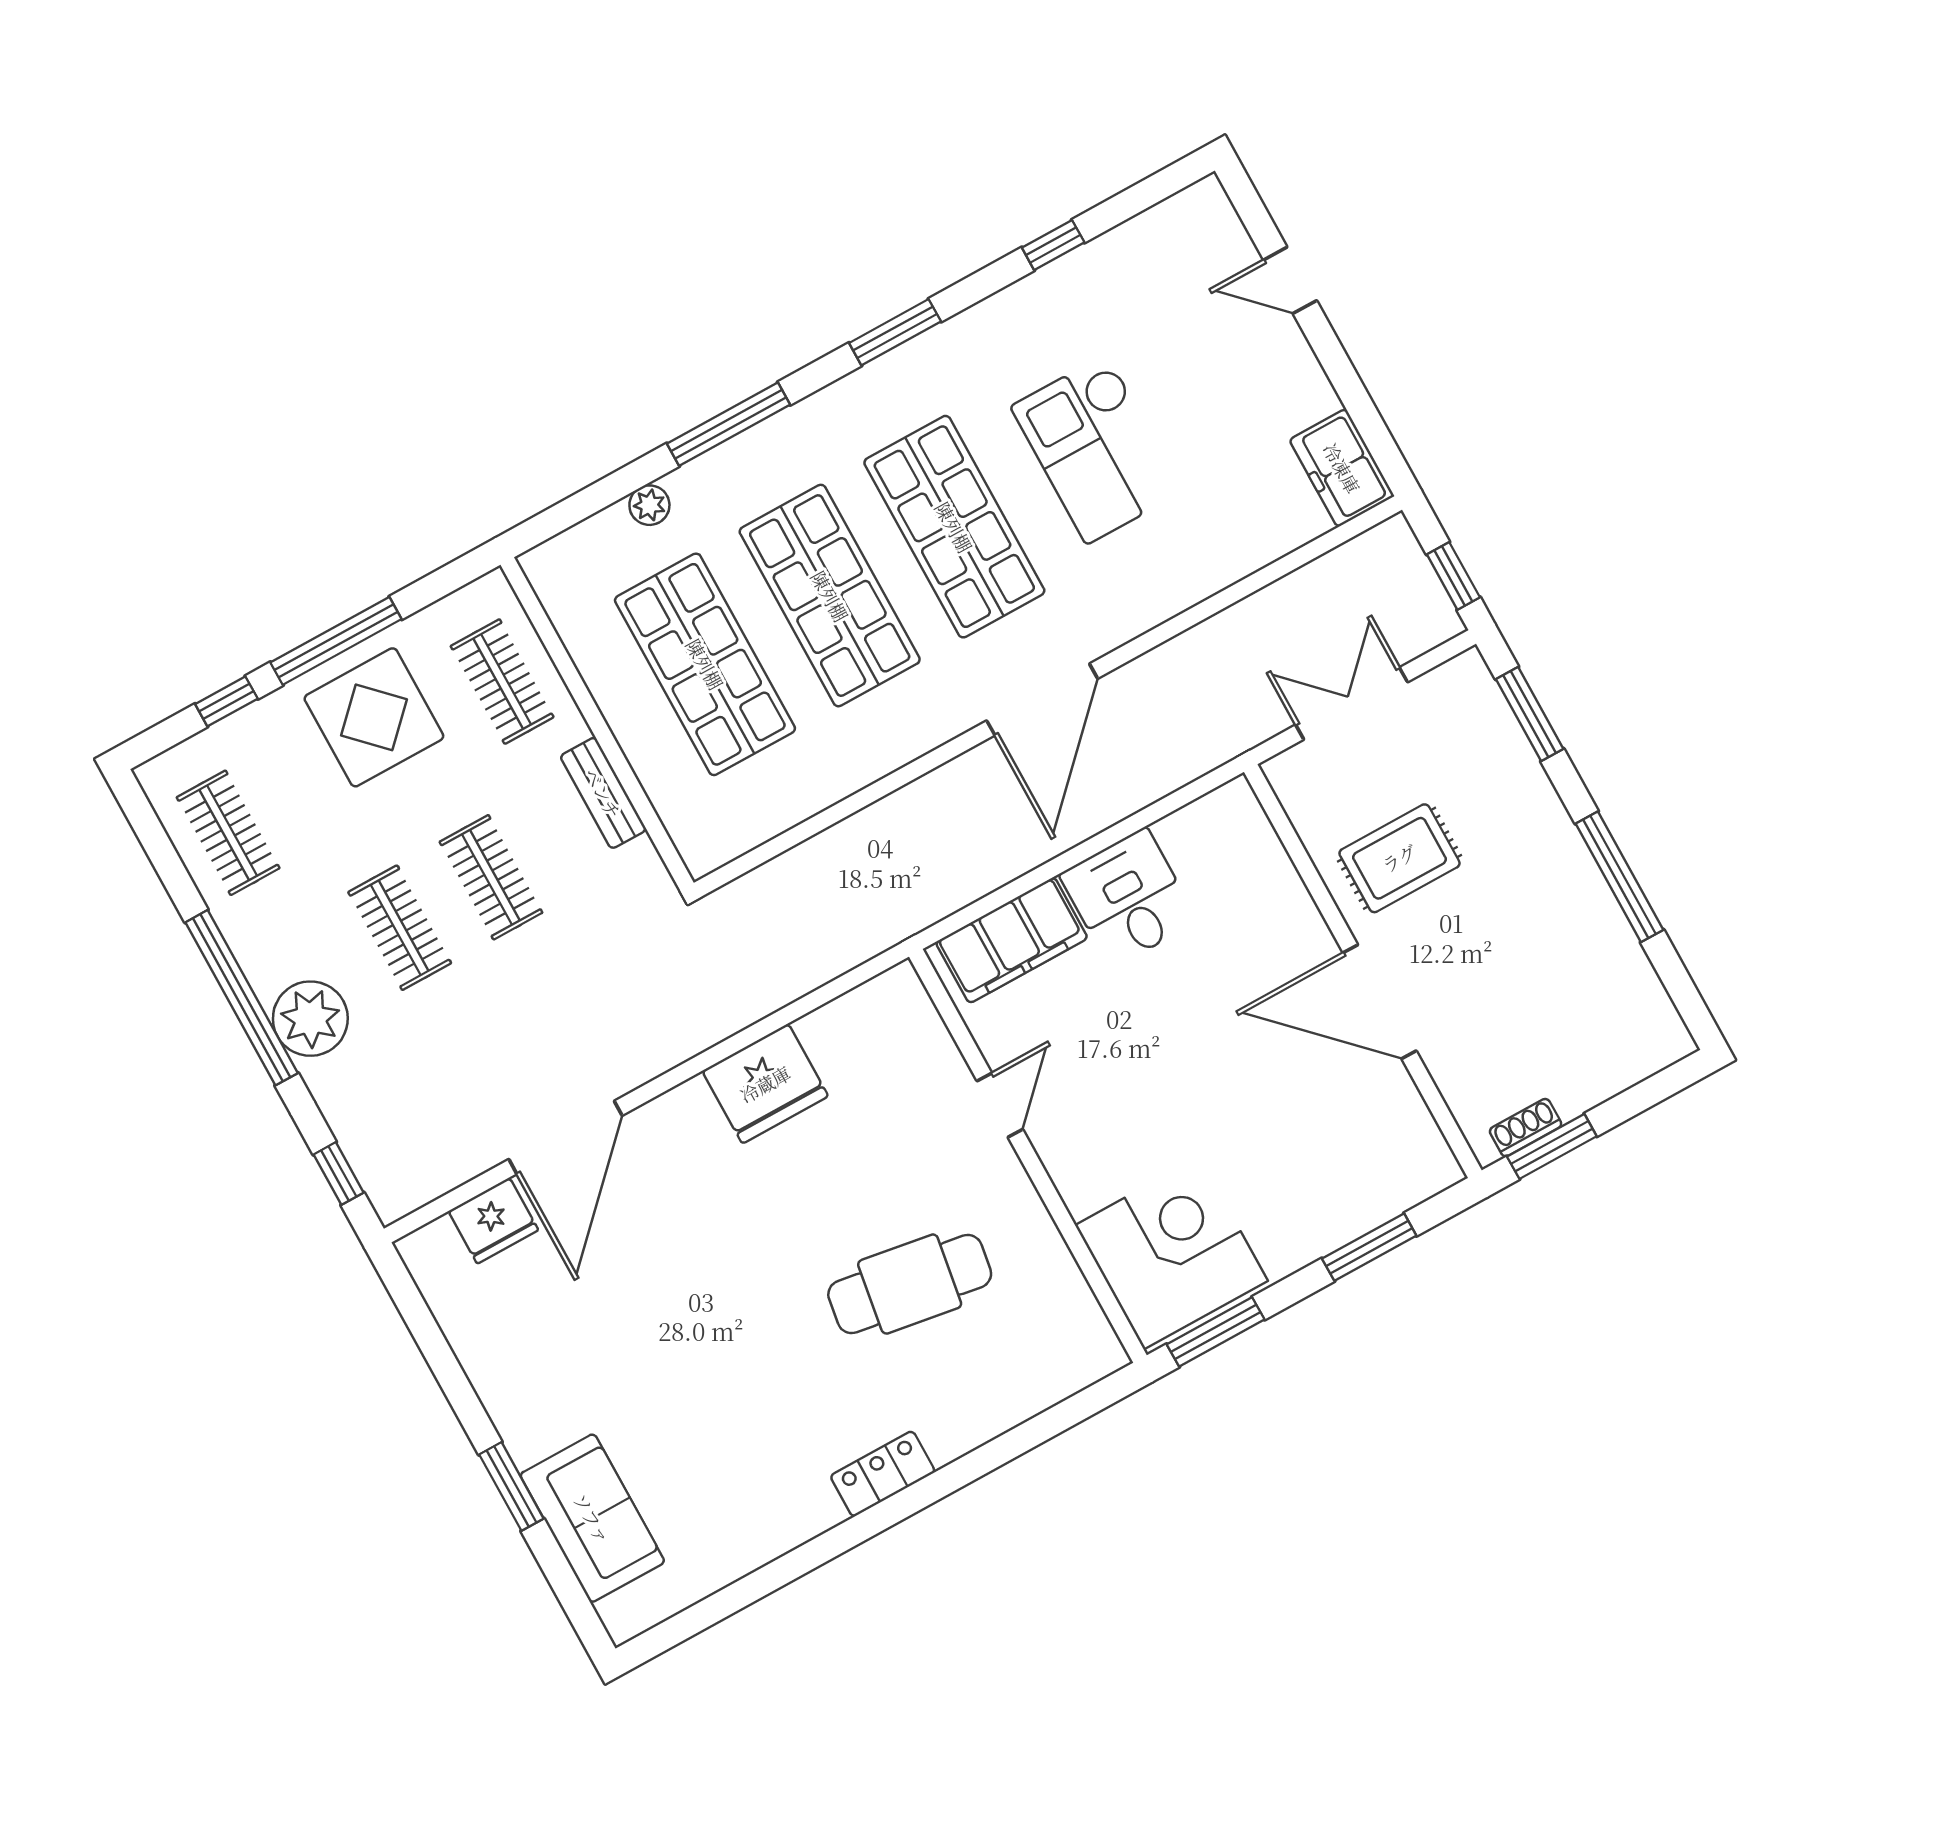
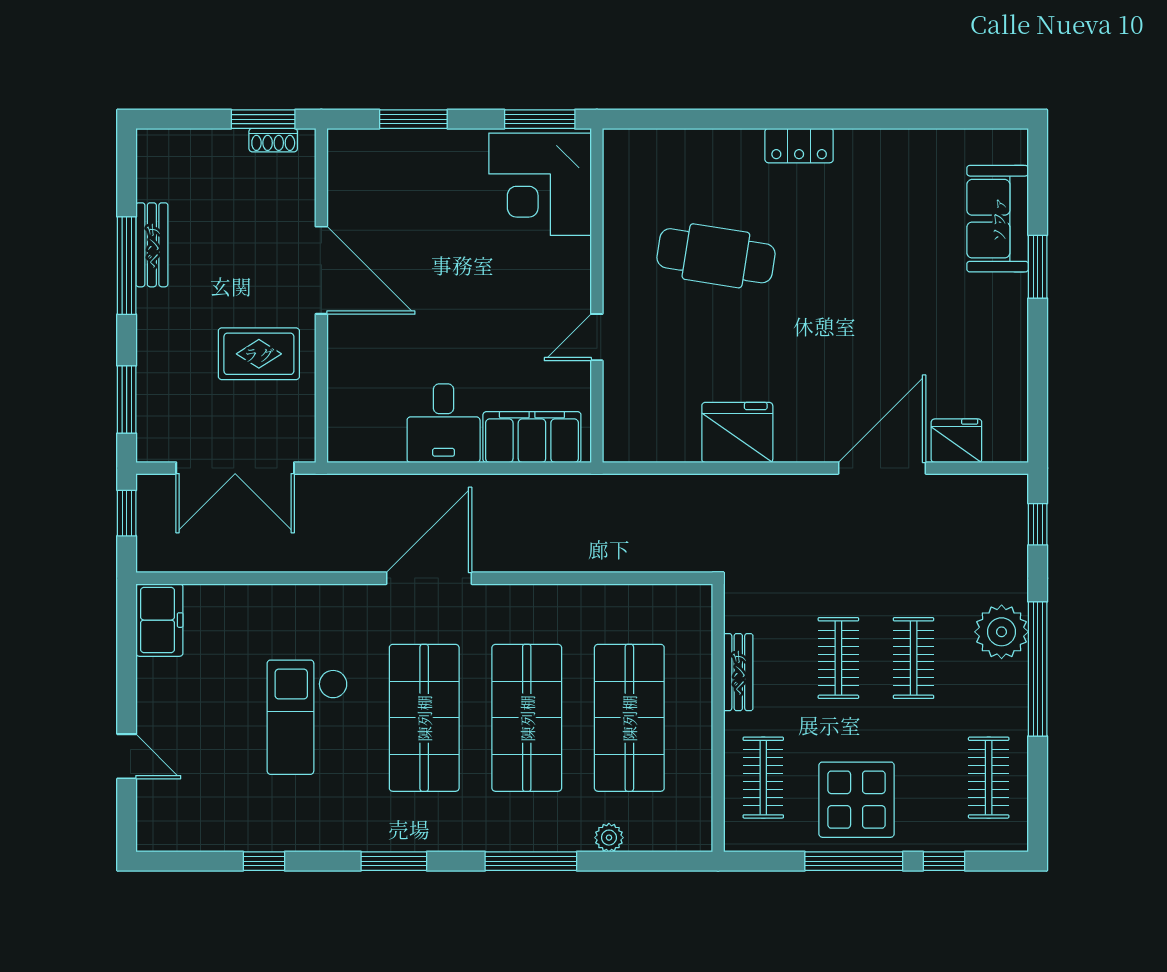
checkout: (1097, 449) -> (307, 717), turned 180
double door: (1352, 703) -> (235, 468), width x1.37
bench: (1603, 919) -> (152, 245), added

